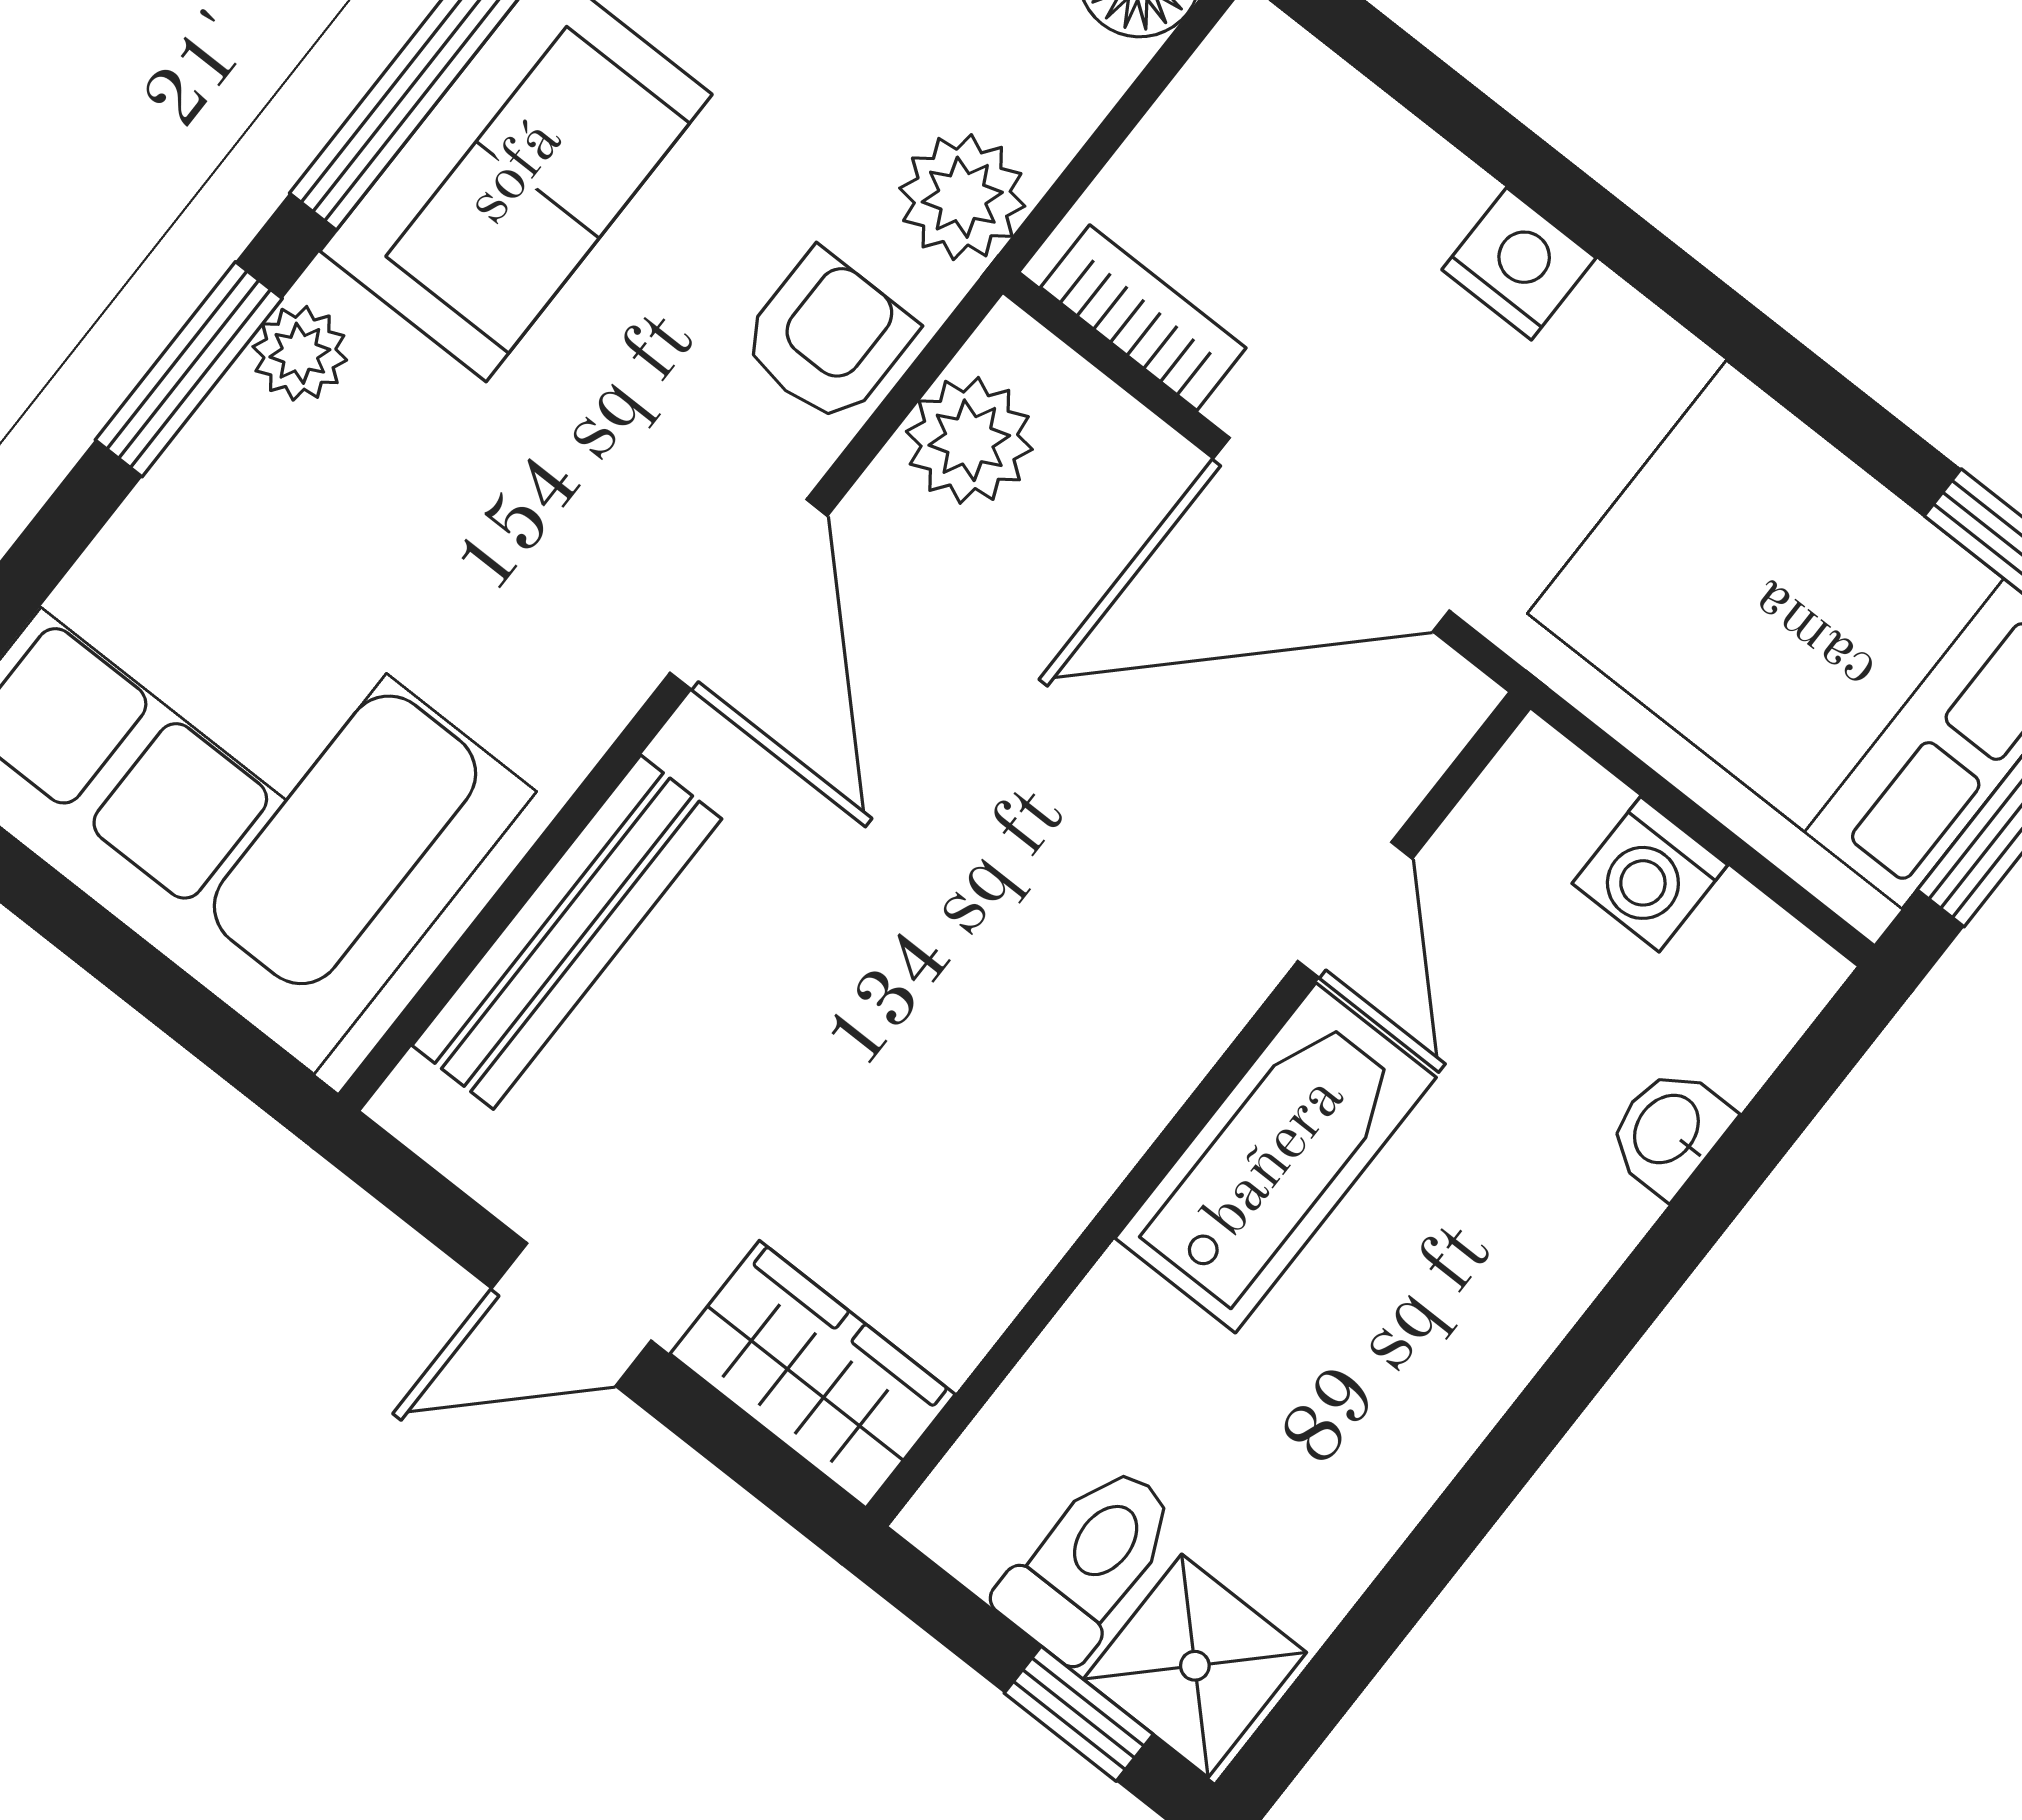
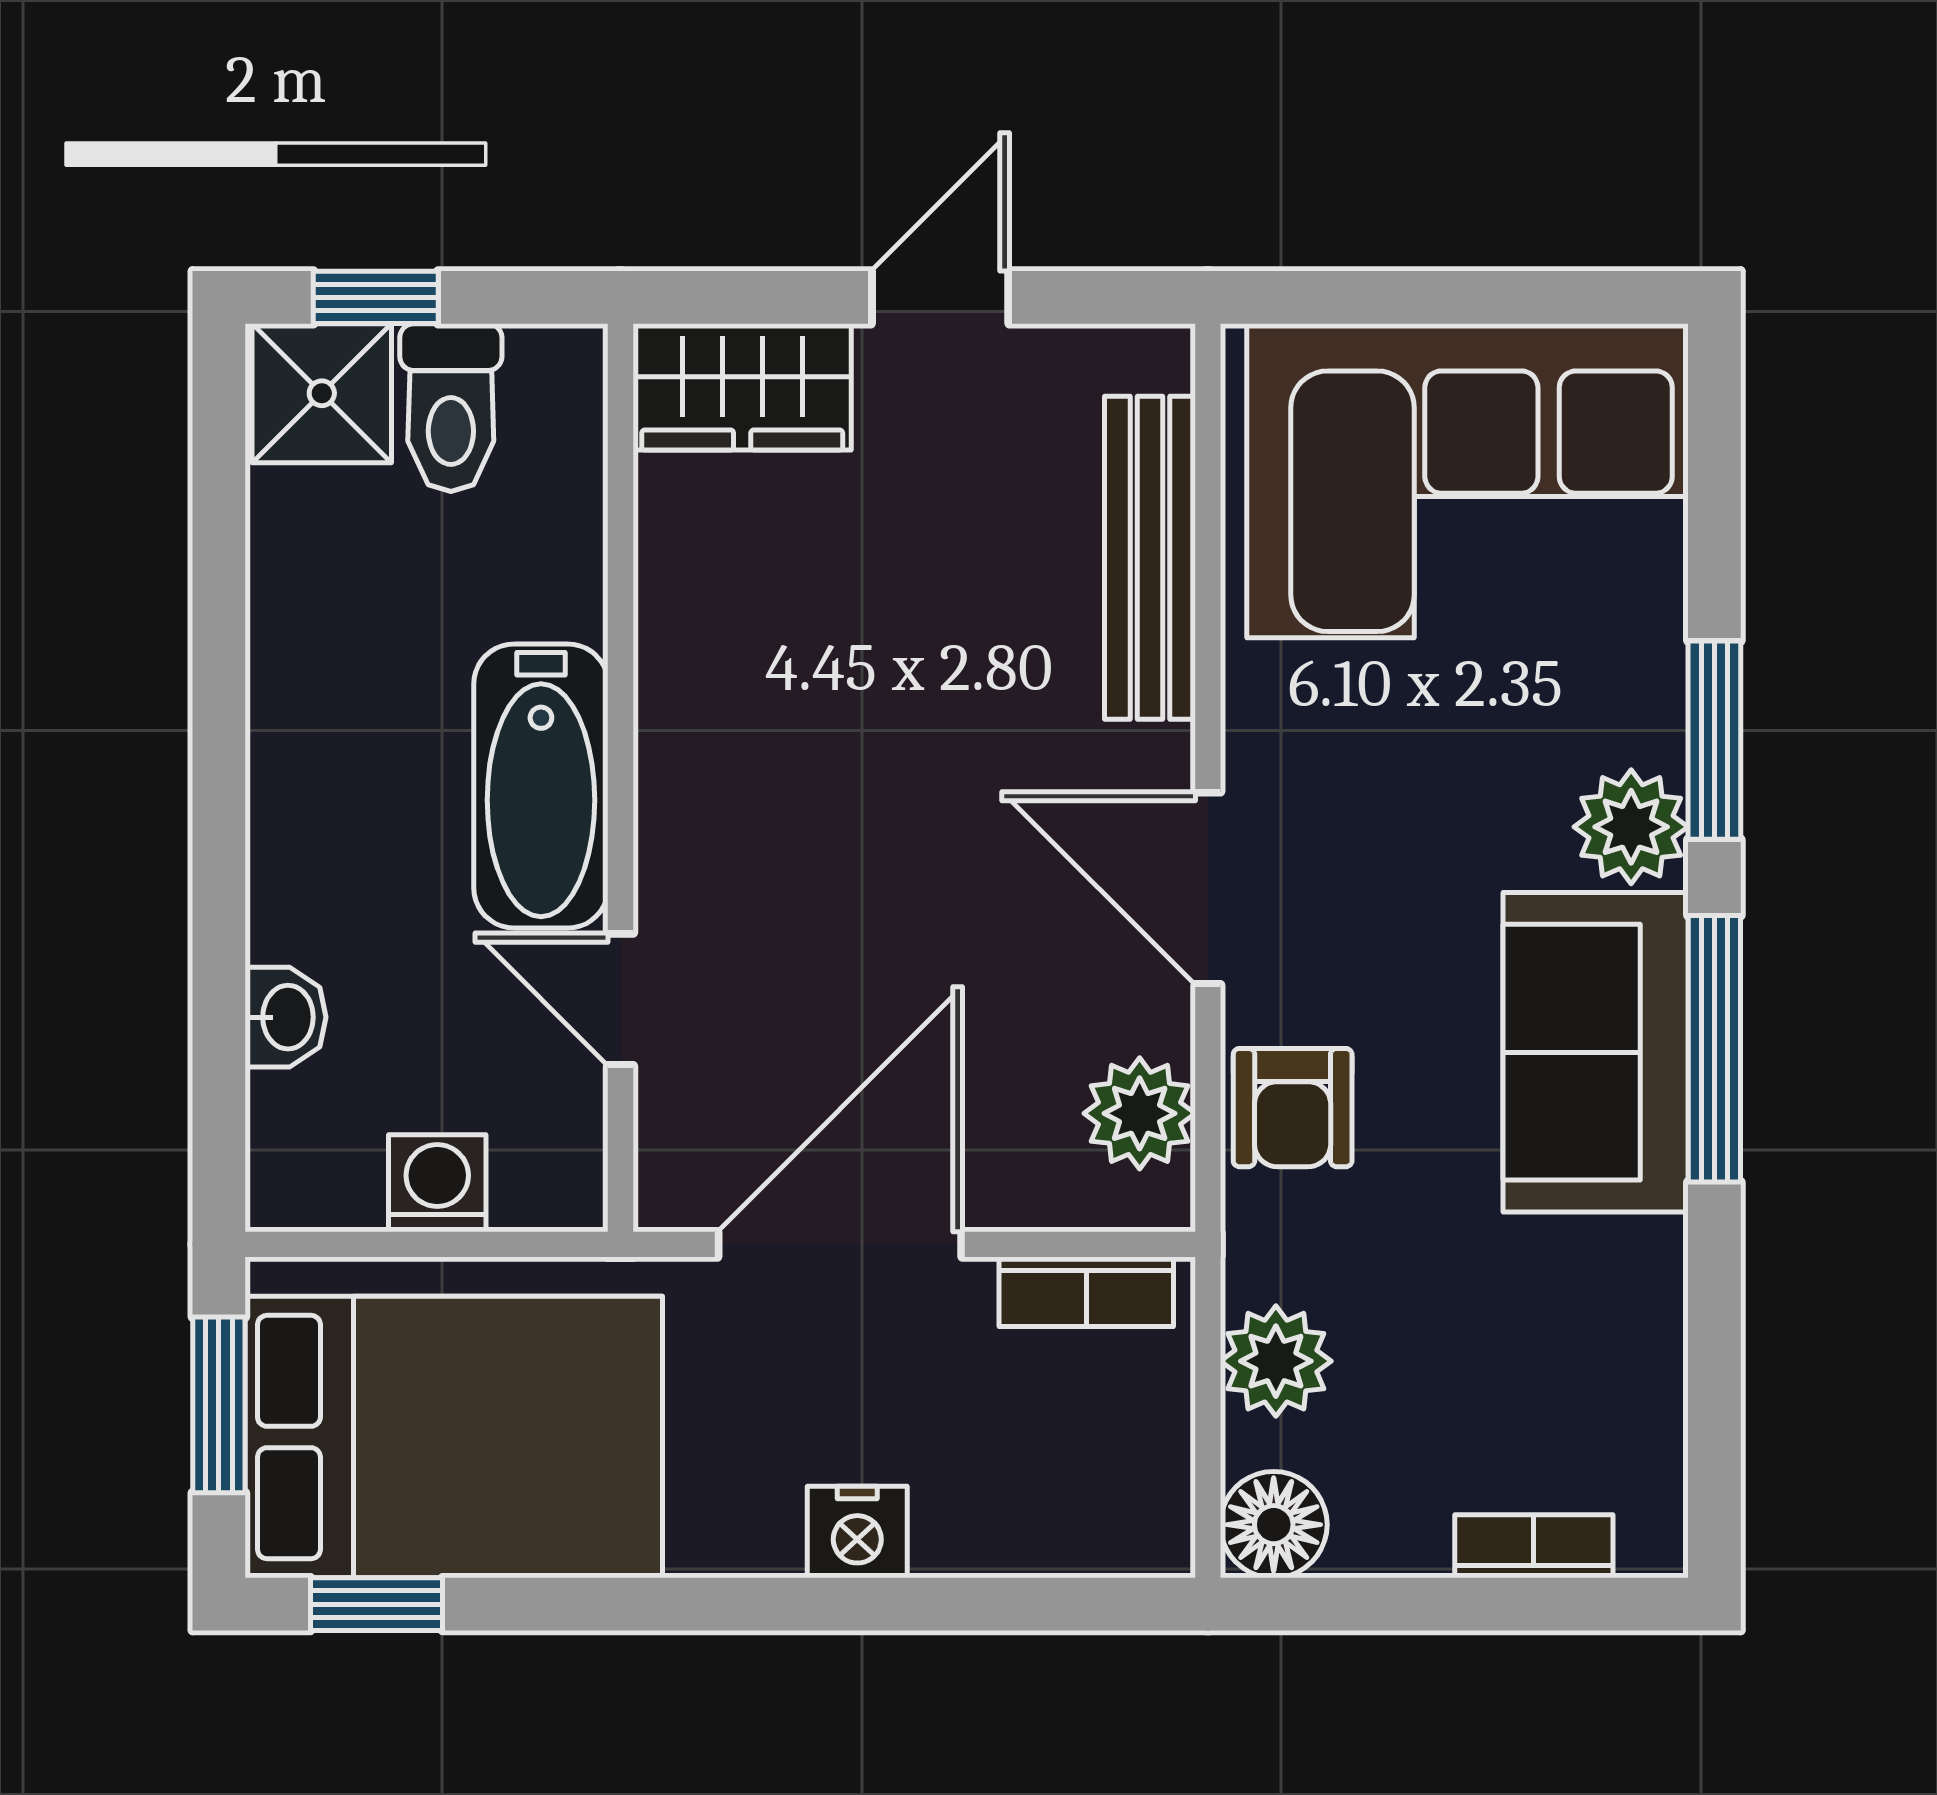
plant: (962, 197) -> (1276, 1361), moved
plant: (300, 353) -> (1631, 827), width x1.38, depth x1.38

